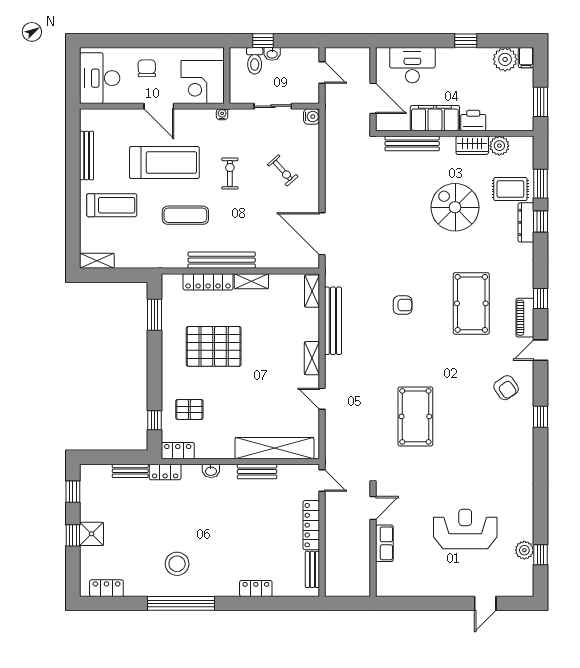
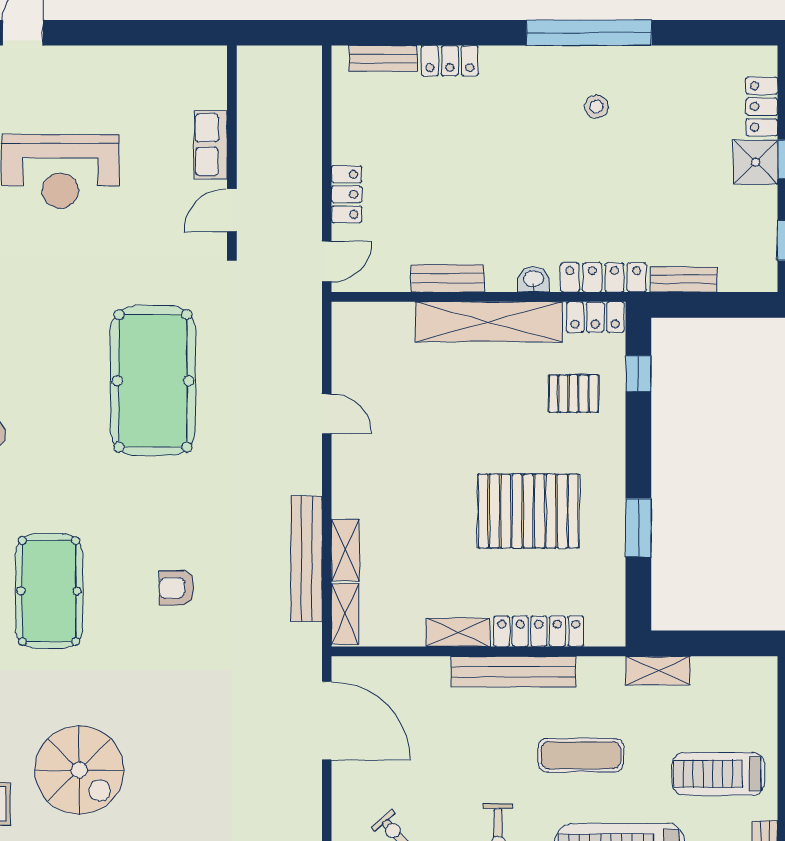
shelving: (97, 261) -> (658, 670), moved
window: (155, 315) -> (638, 528), moved
shelving: (312, 358) -> (345, 550), moved
pool table: (415, 416) -> (153, 381), width x1.36, depth x1.32
shelving: (274, 448) -> (489, 322), moved
locker: (165, 472) -> (603, 277), width x1.53
door: (322, 480) -> (327, 262), swing flipped
locker: (311, 525) -> (347, 194), width x0.66
stool: (177, 564) -> (596, 107), width x0.53, depth x0.53
bench: (312, 569) -> (383, 58), moved, turned 90
locker: (106, 588) -> (762, 107), moved, turned 90

